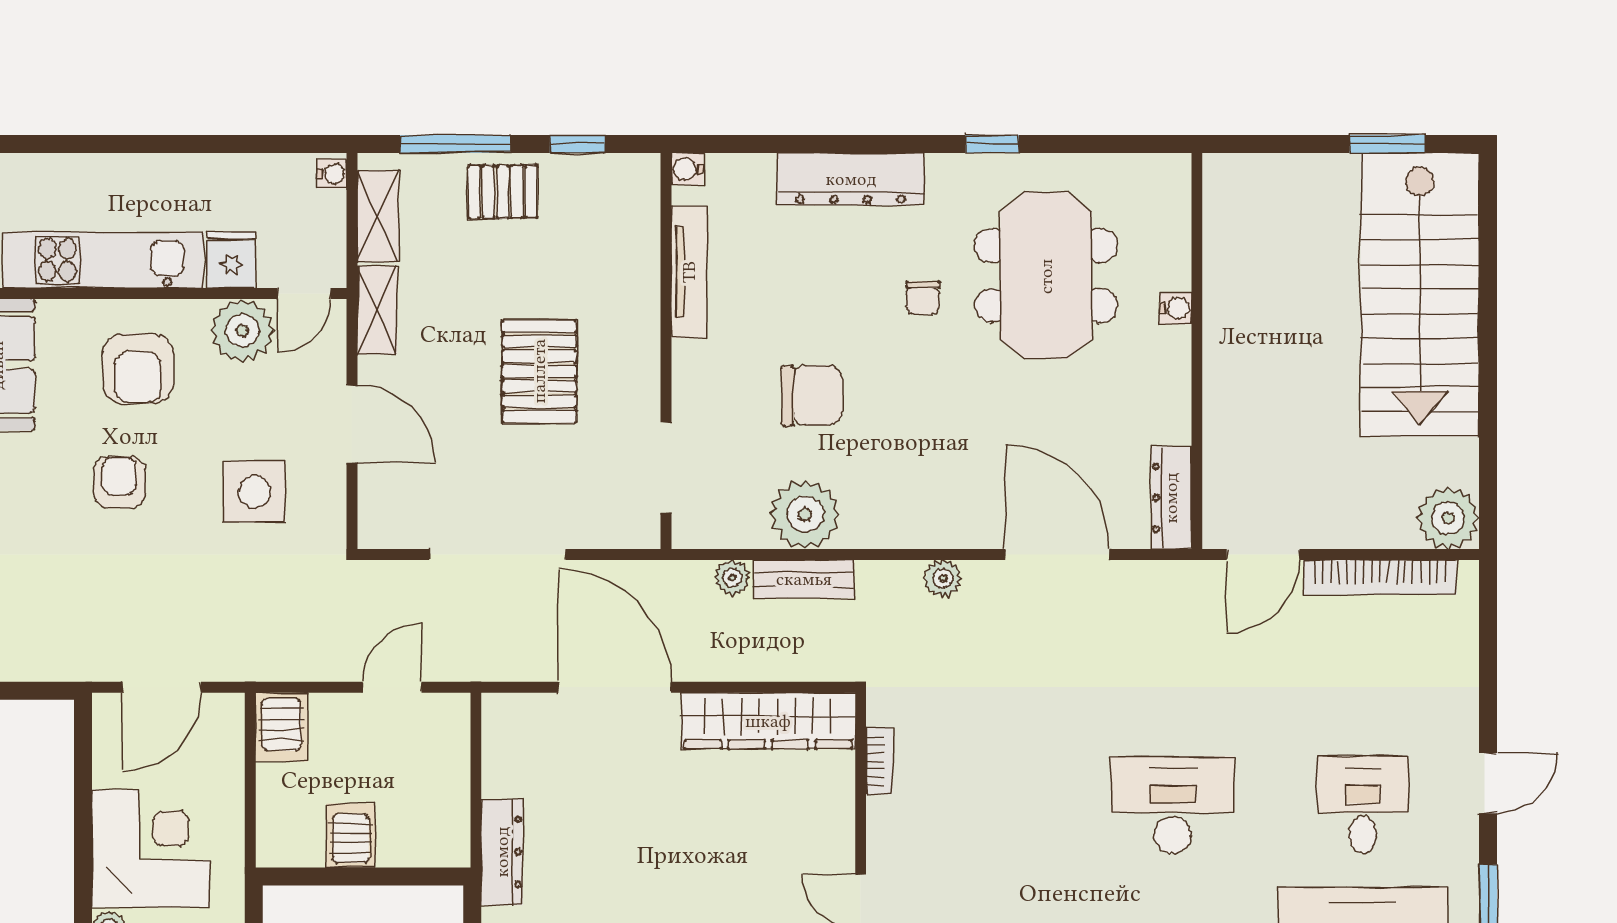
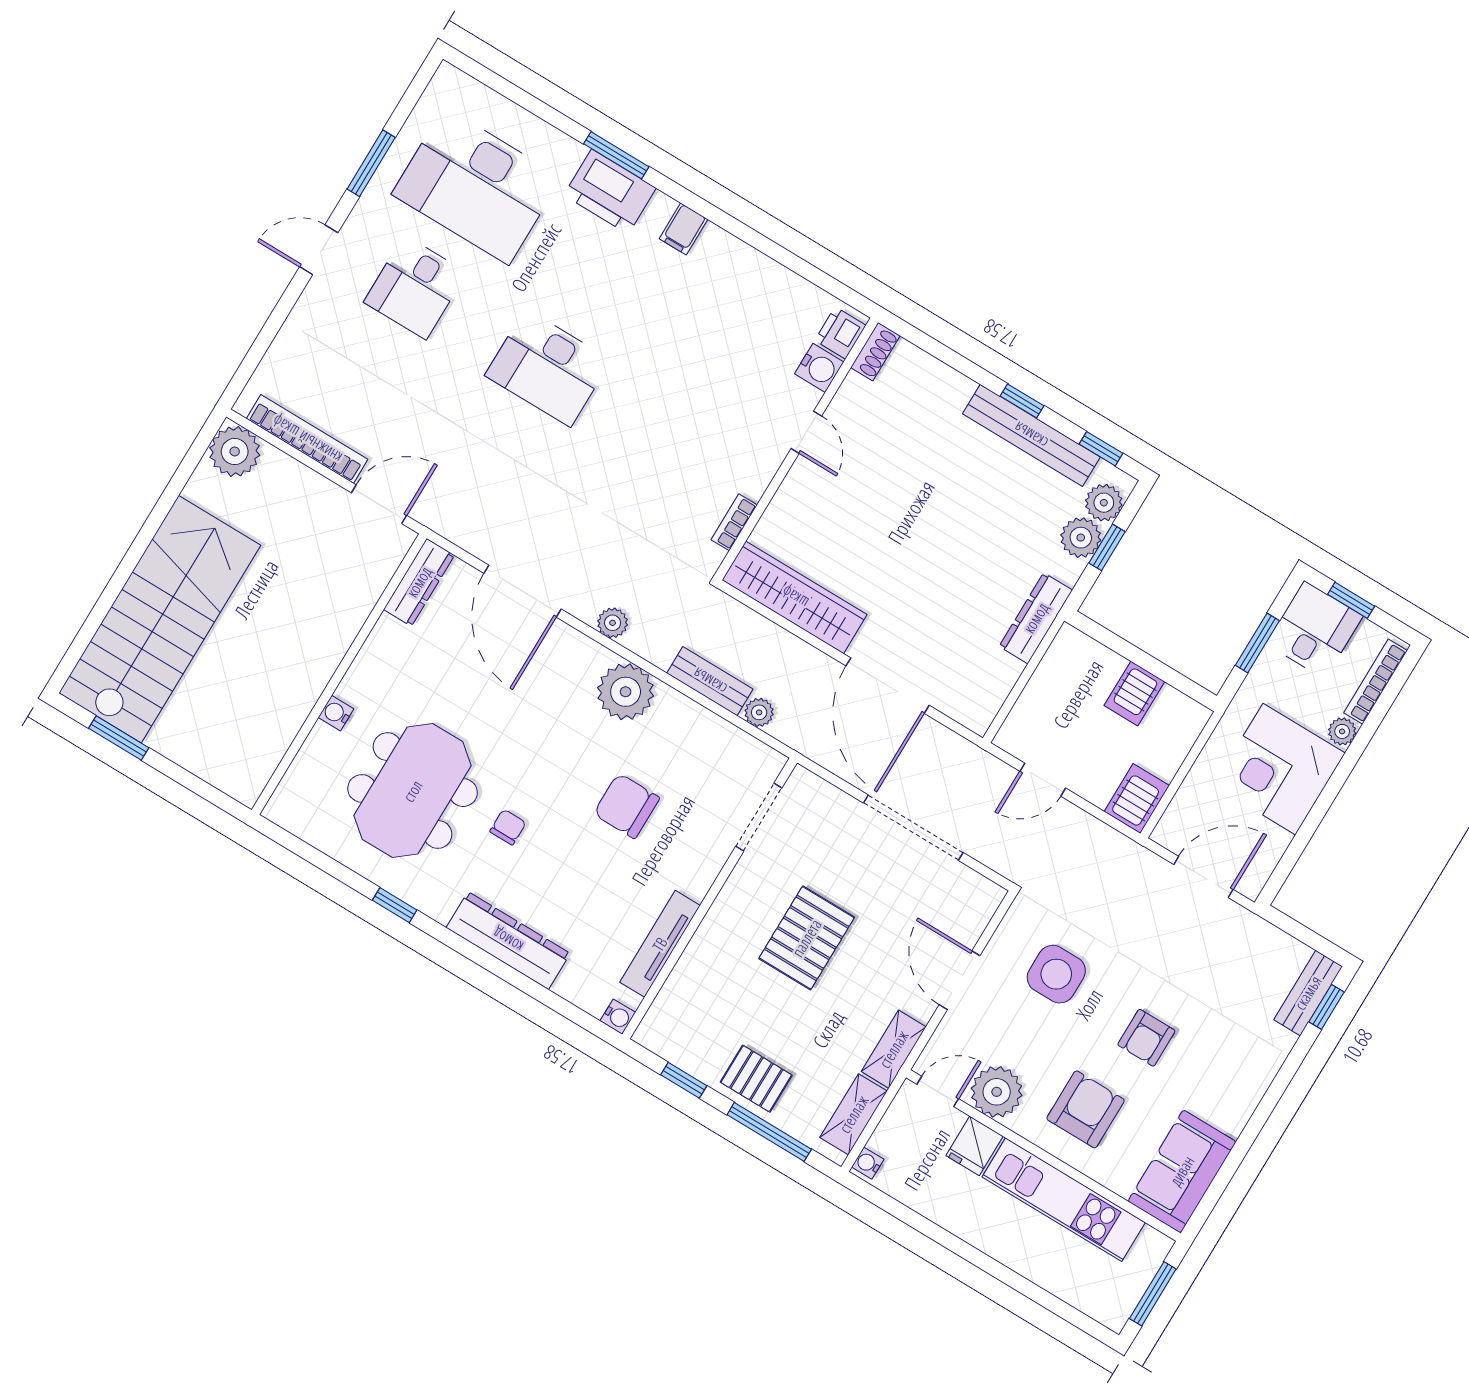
plant: (805, 514) -> (626, 692), moved

